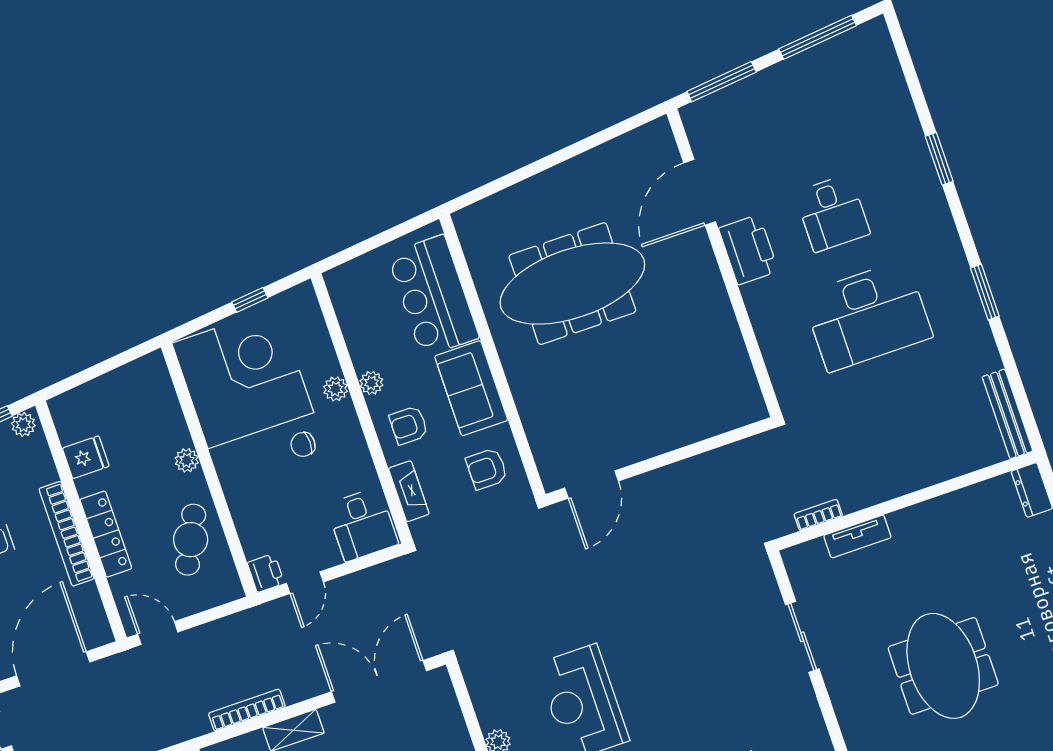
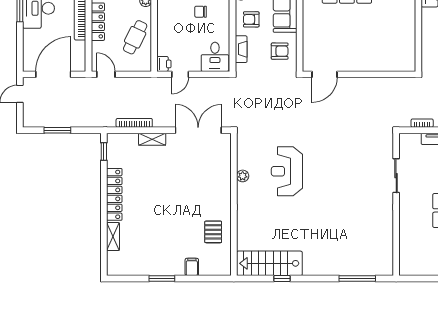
armchair: (487, 469) -> (280, 51), turned 180

